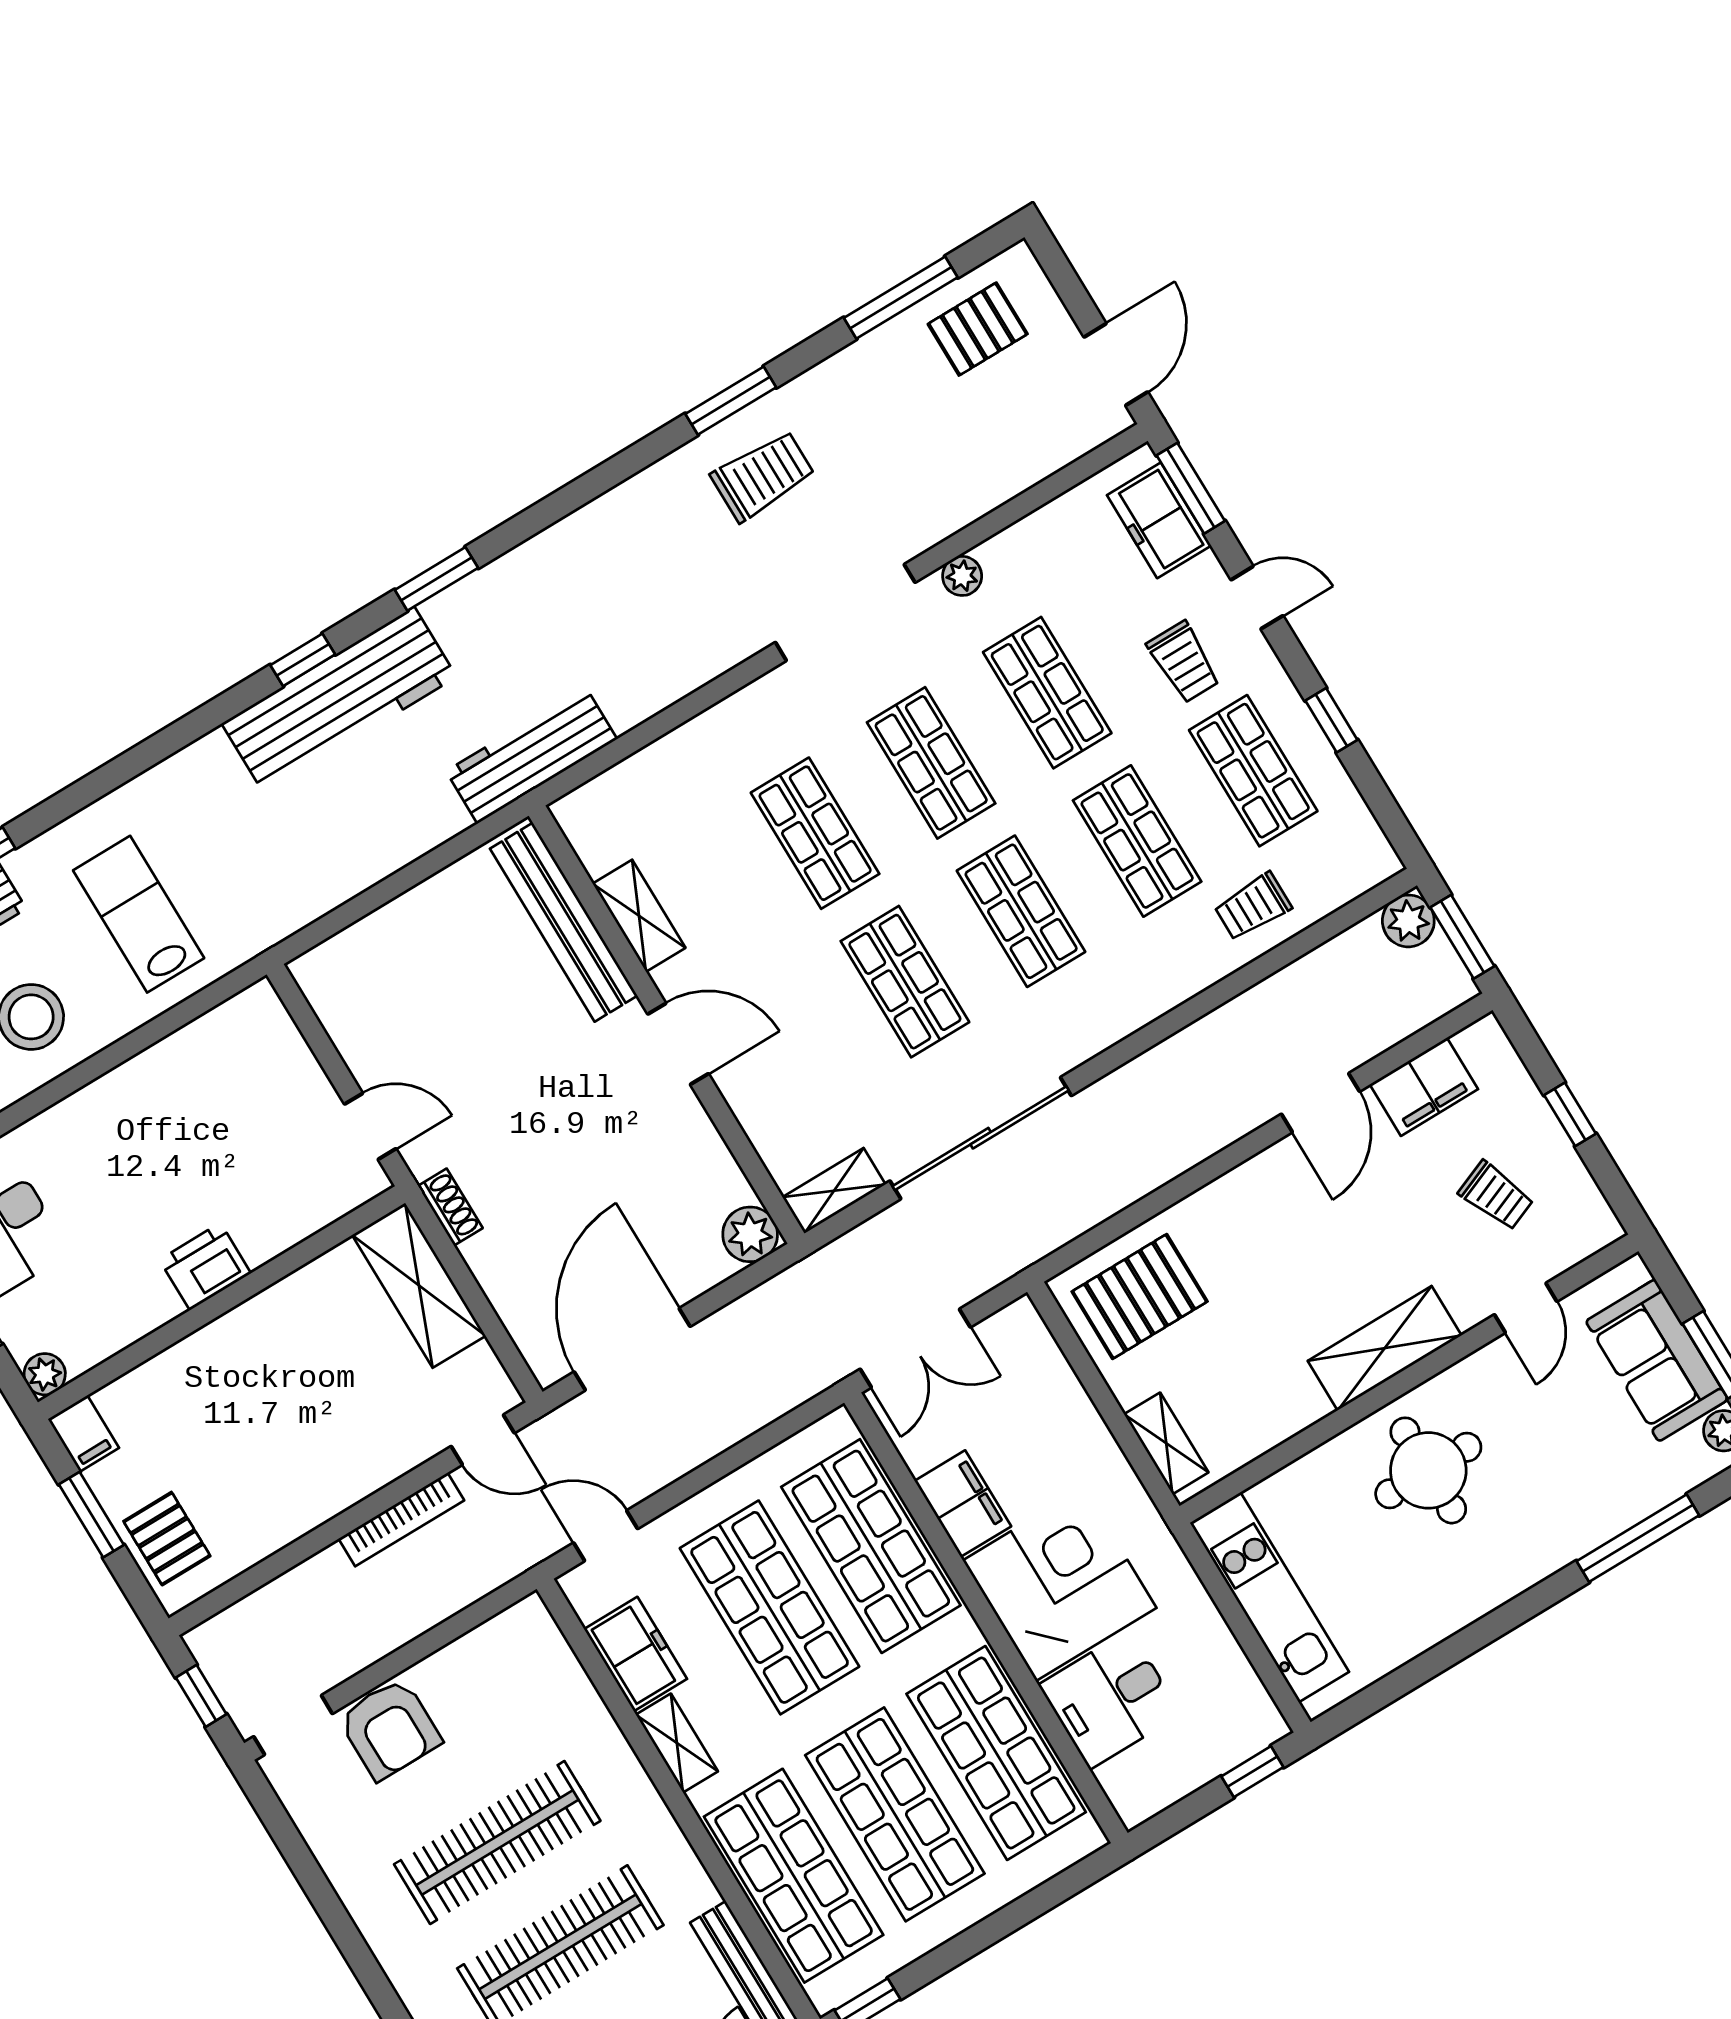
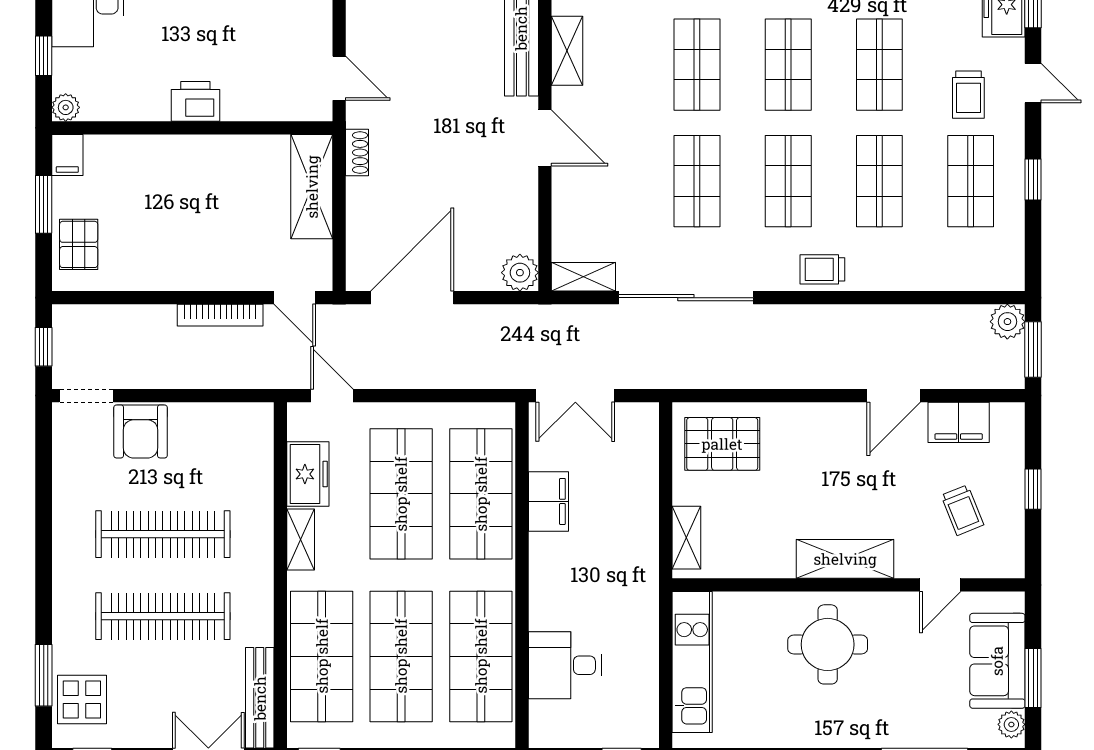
trolley: (1253, 907) -> (822, 269), moved
corner desk: (1060, 1584) -> (576, 581), removed

